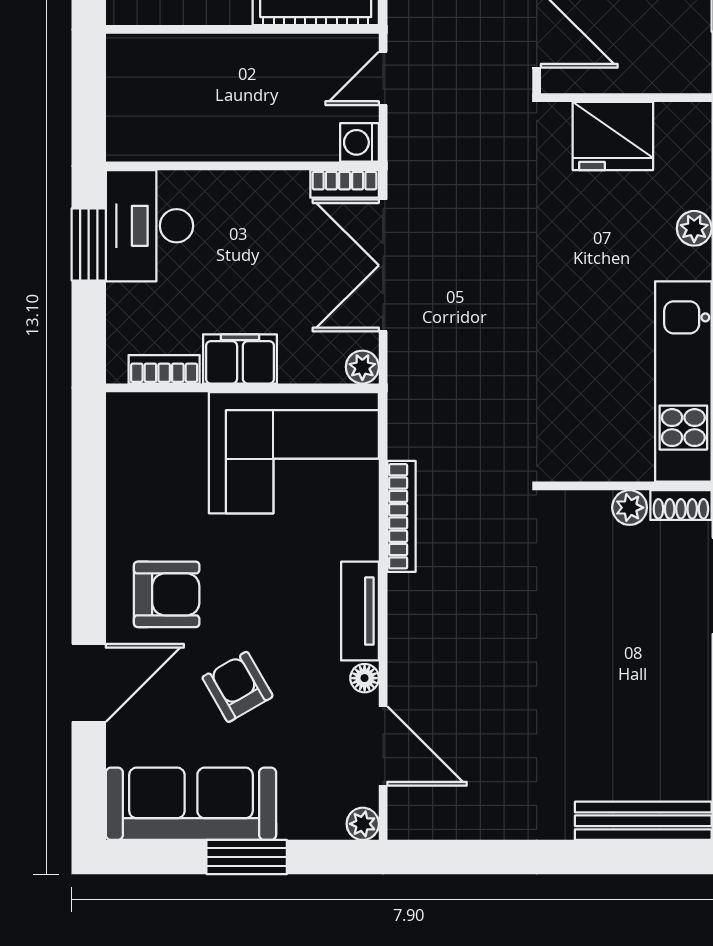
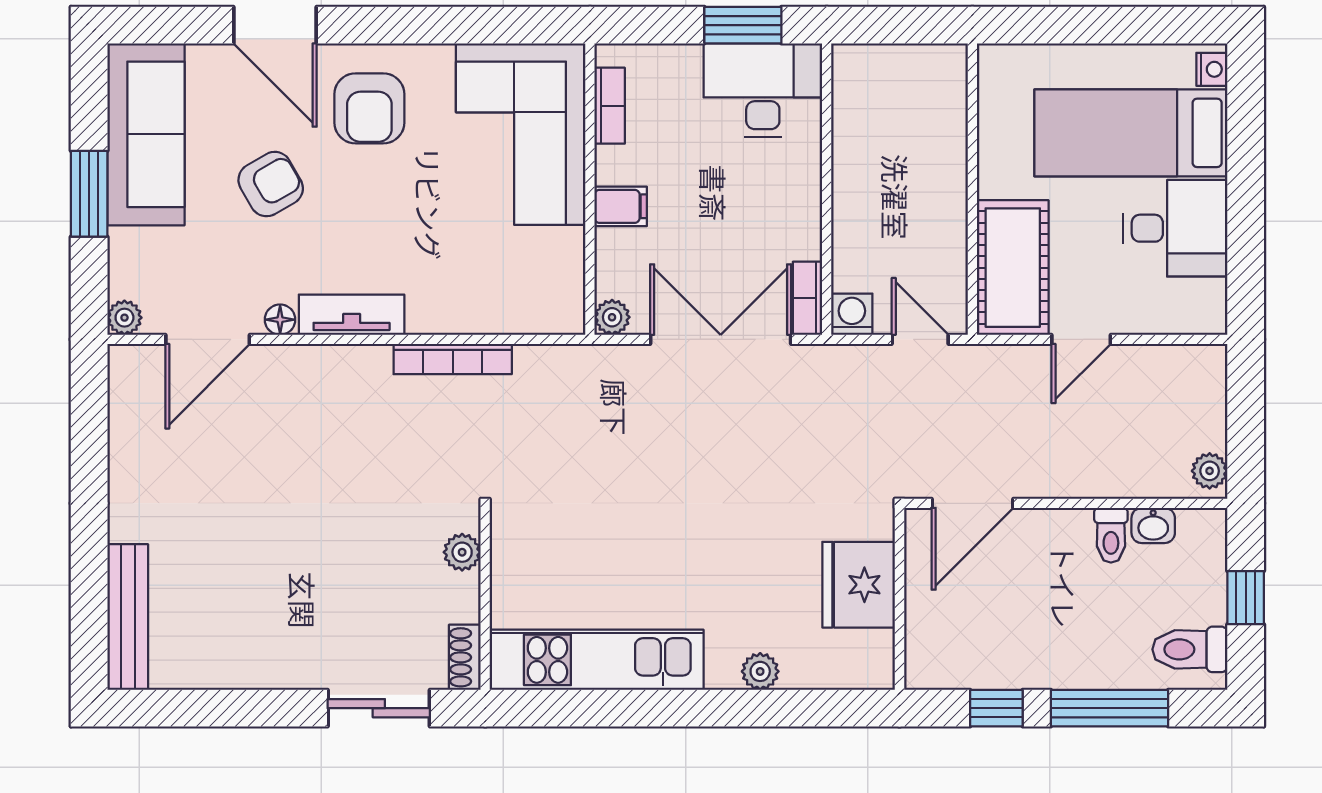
filing cabinet: (240, 359) -> (621, 206), width x0.50
corner sofa: (294, 453) -> (521, 134), moved
plant: (630, 508) -> (462, 552), moved

